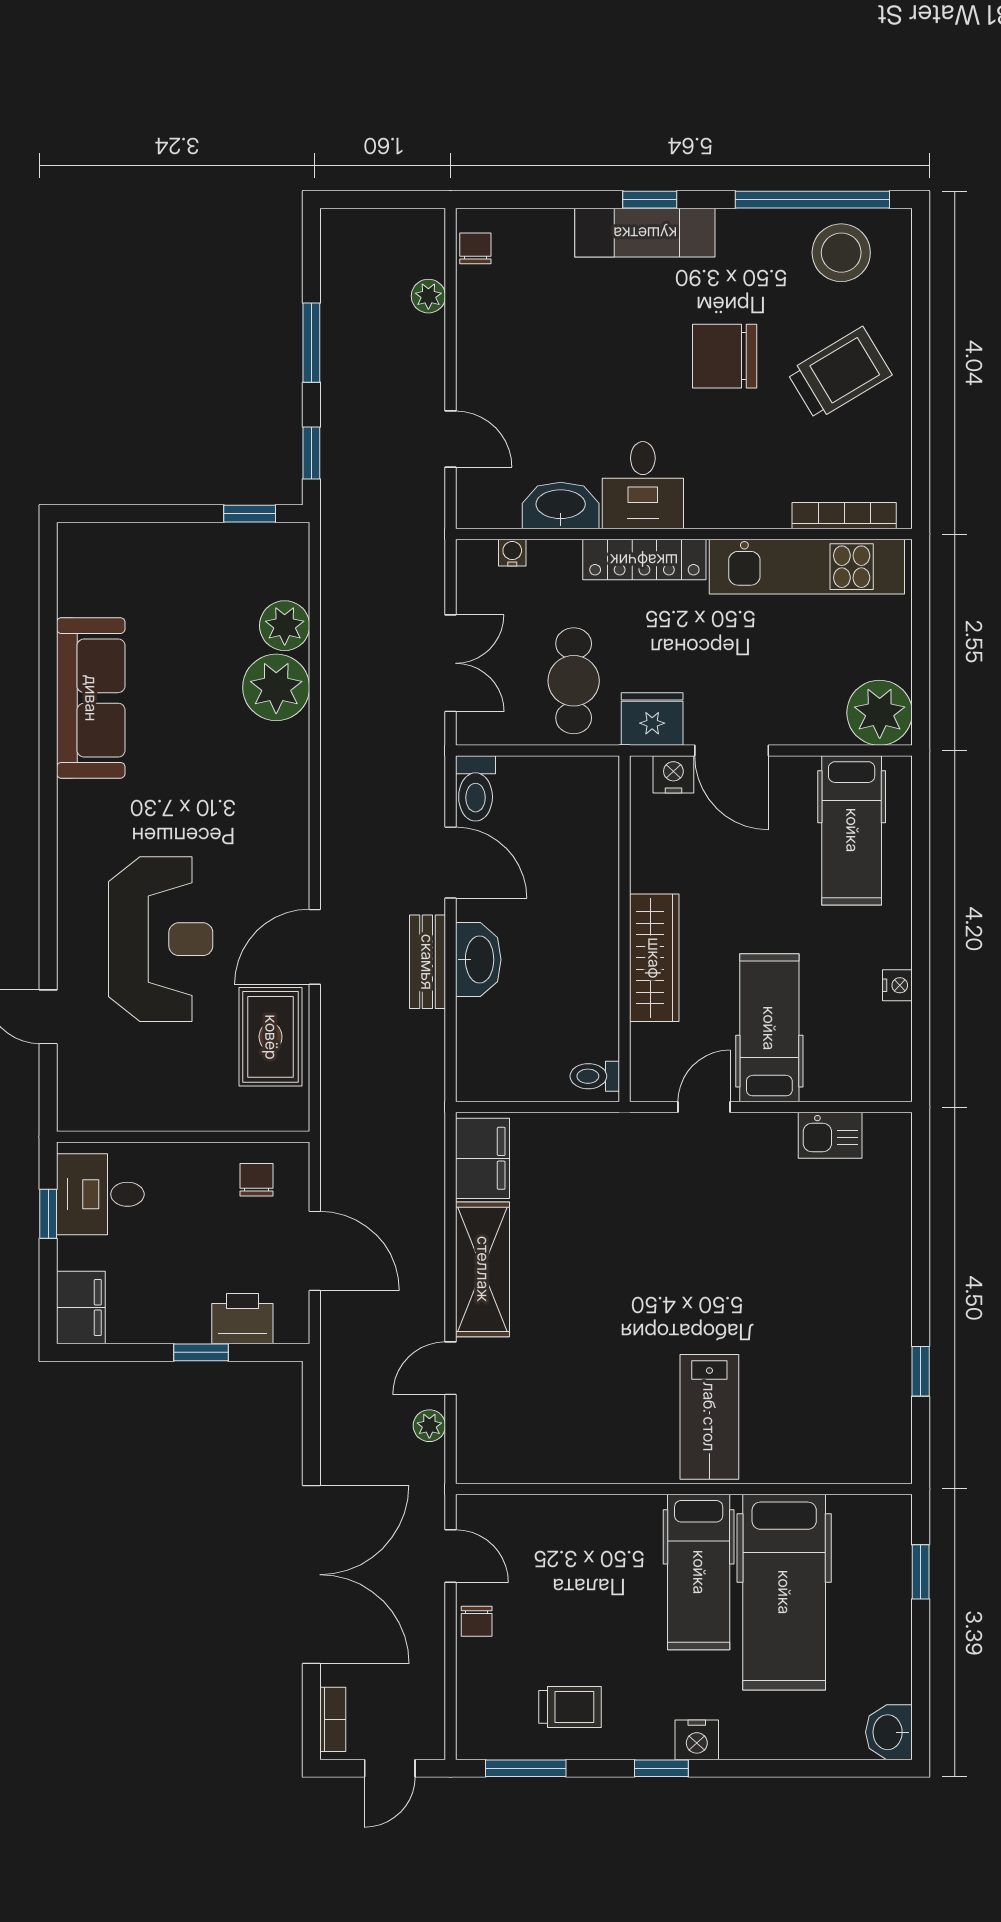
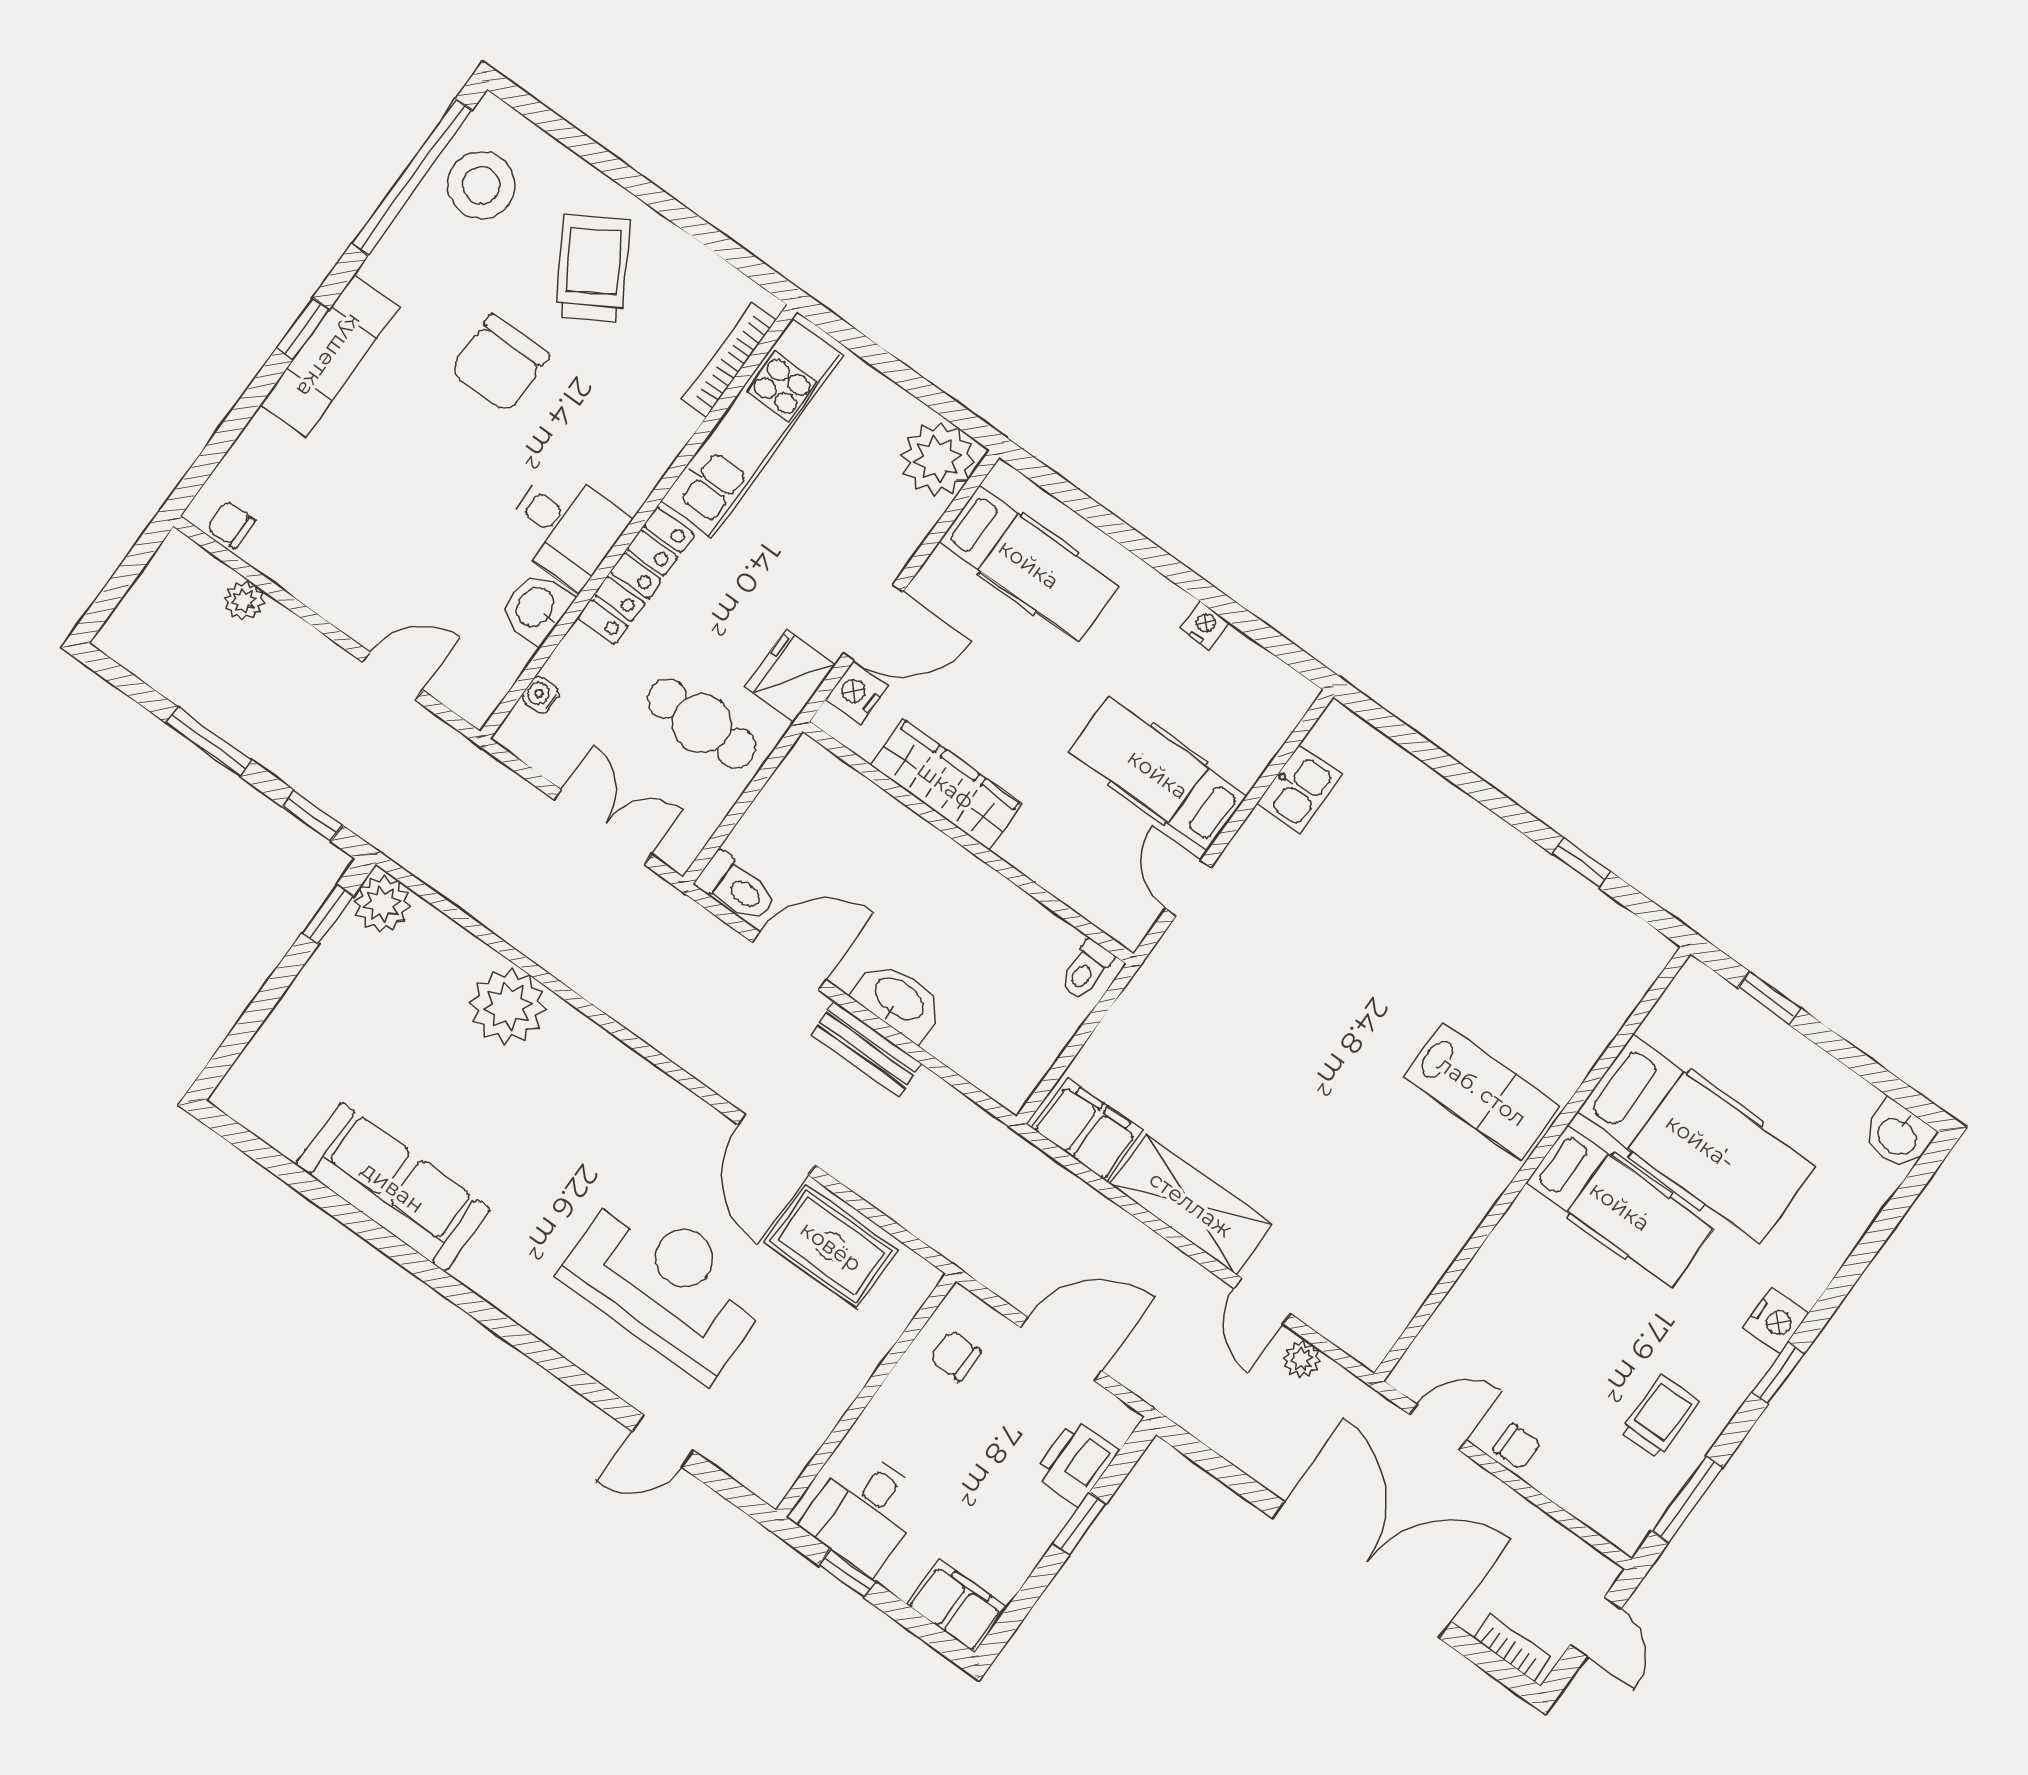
washbasin: (561, 506) -> (536, 608), width x0.72
plant: (285, 626) -> (382, 904), moved
wardrobe: (654, 958) -> (946, 785), moved

